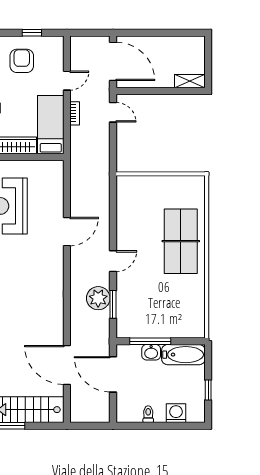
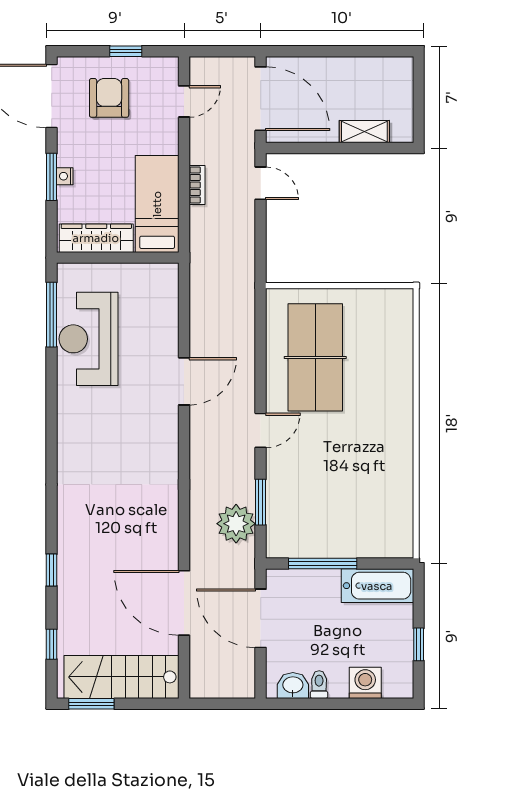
door: (67, 81) -> (184, 101), moved
shelving: (190, 81) -> (364, 132), moved
table tennis table: (181, 241) -> (315, 357), moved
plant: (98, 298) -> (236, 524), moved
washbasin: (151, 352) -> (293, 686), moved, turned 180

